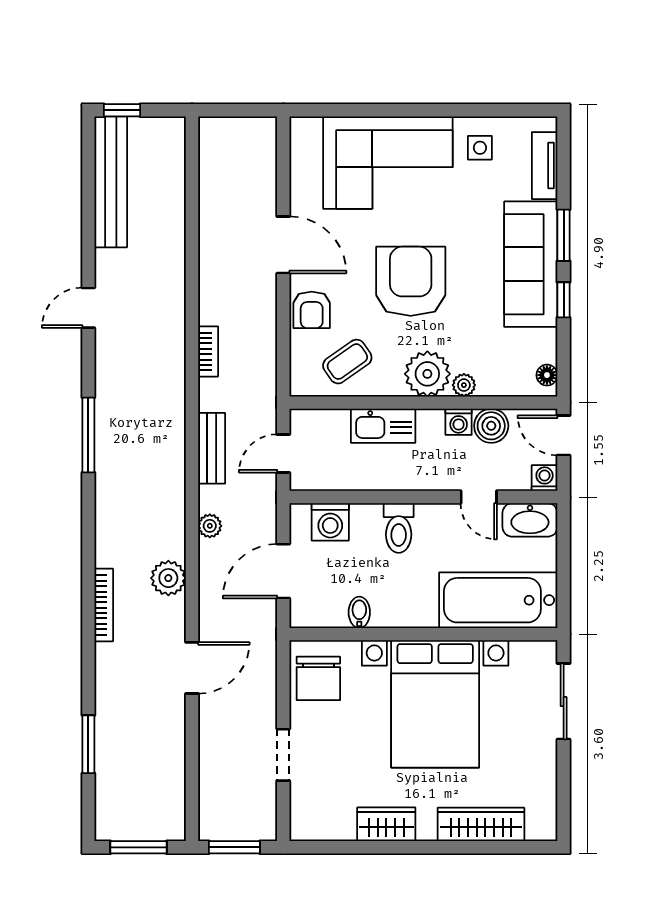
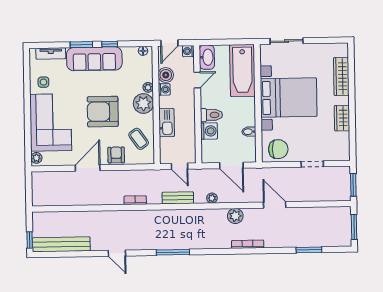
plant: (308, 129) -> (36, 158), added
armchair: (312, 310) -> (116, 155), turned -90
washing machine: (330, 522) -> (209, 131), moved

